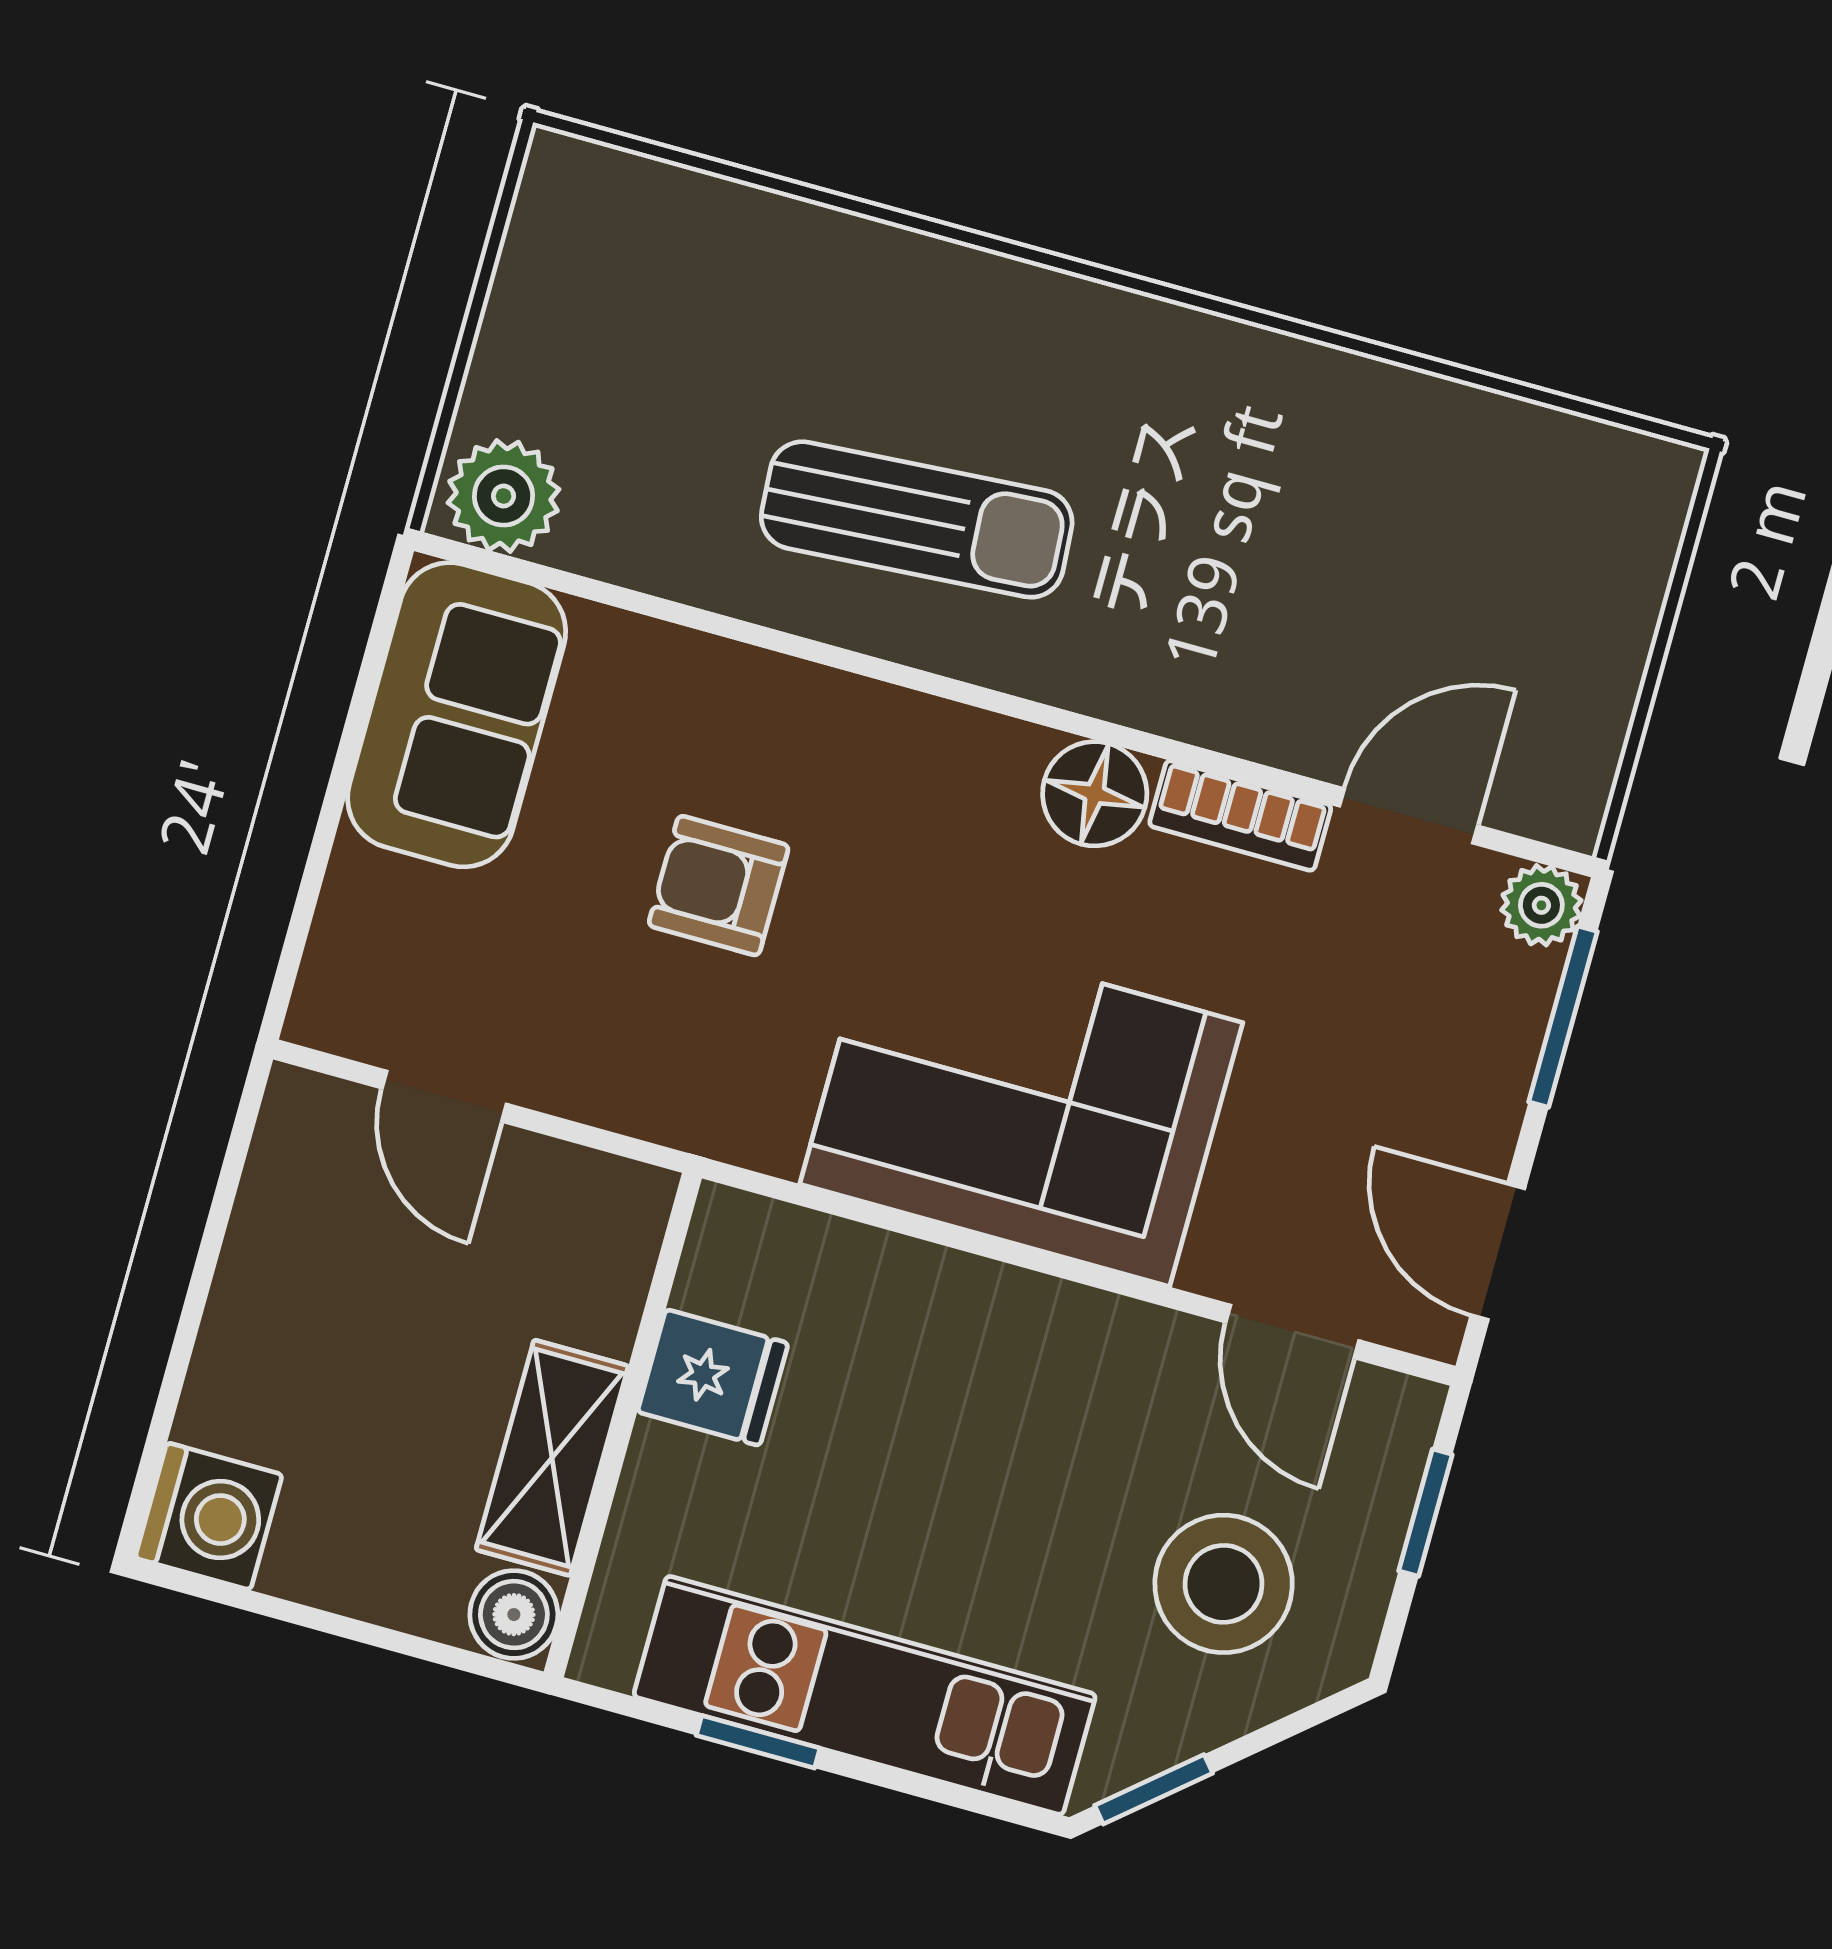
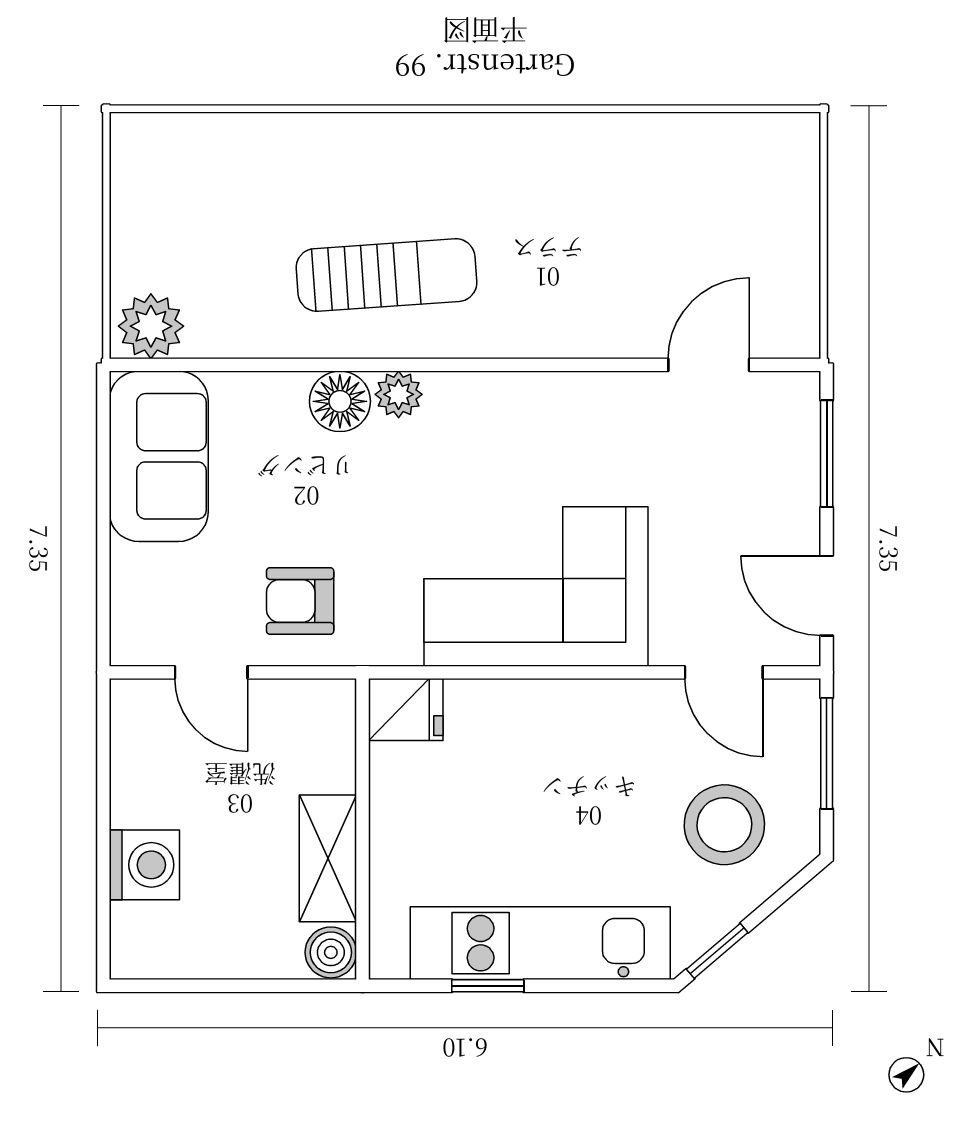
floor lamp: (1095, 794) -> (340, 401), moved
bookcase: (1240, 816) -> (614, 391), removed
armchair: (719, 886) -> (300, 601), moved
plant: (1541, 905) -> (399, 394), moved
fridge: (713, 1378) -> (406, 709), moved
window: (1425, 1513) -> (827, 753), width x1.50
washing machine: (209, 1516) -> (144, 865), moved

